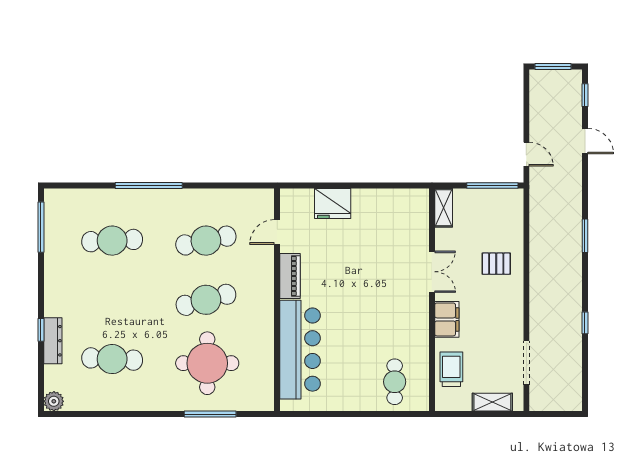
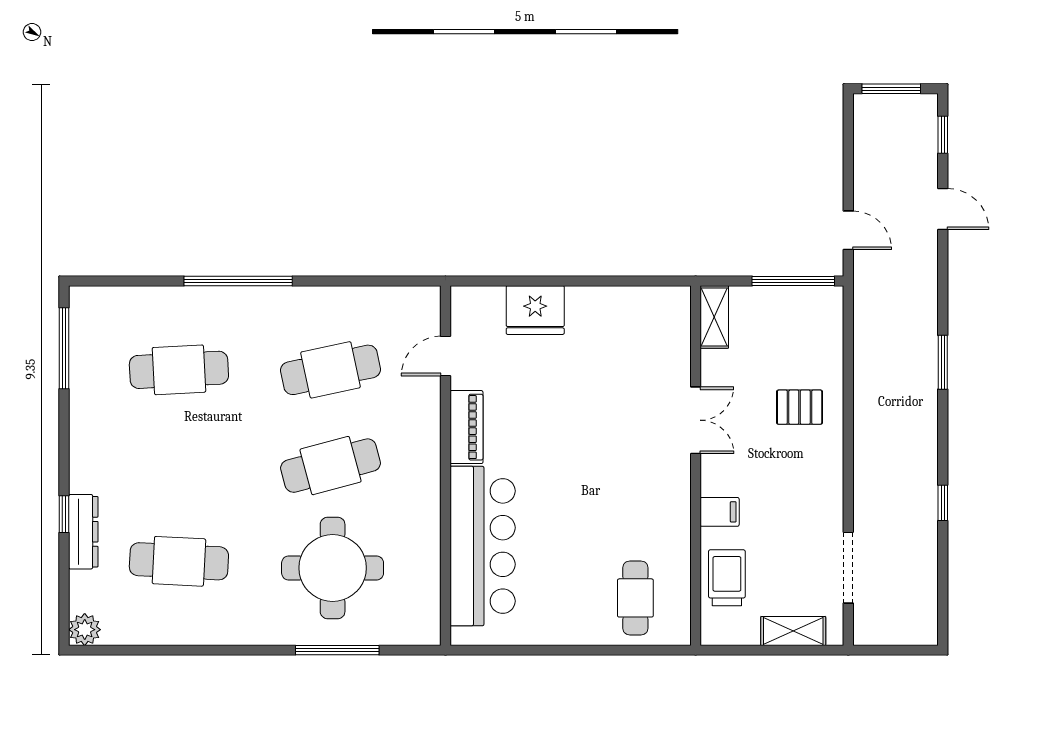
filing cabinet: (447, 319) -> (720, 512), width x0.50

